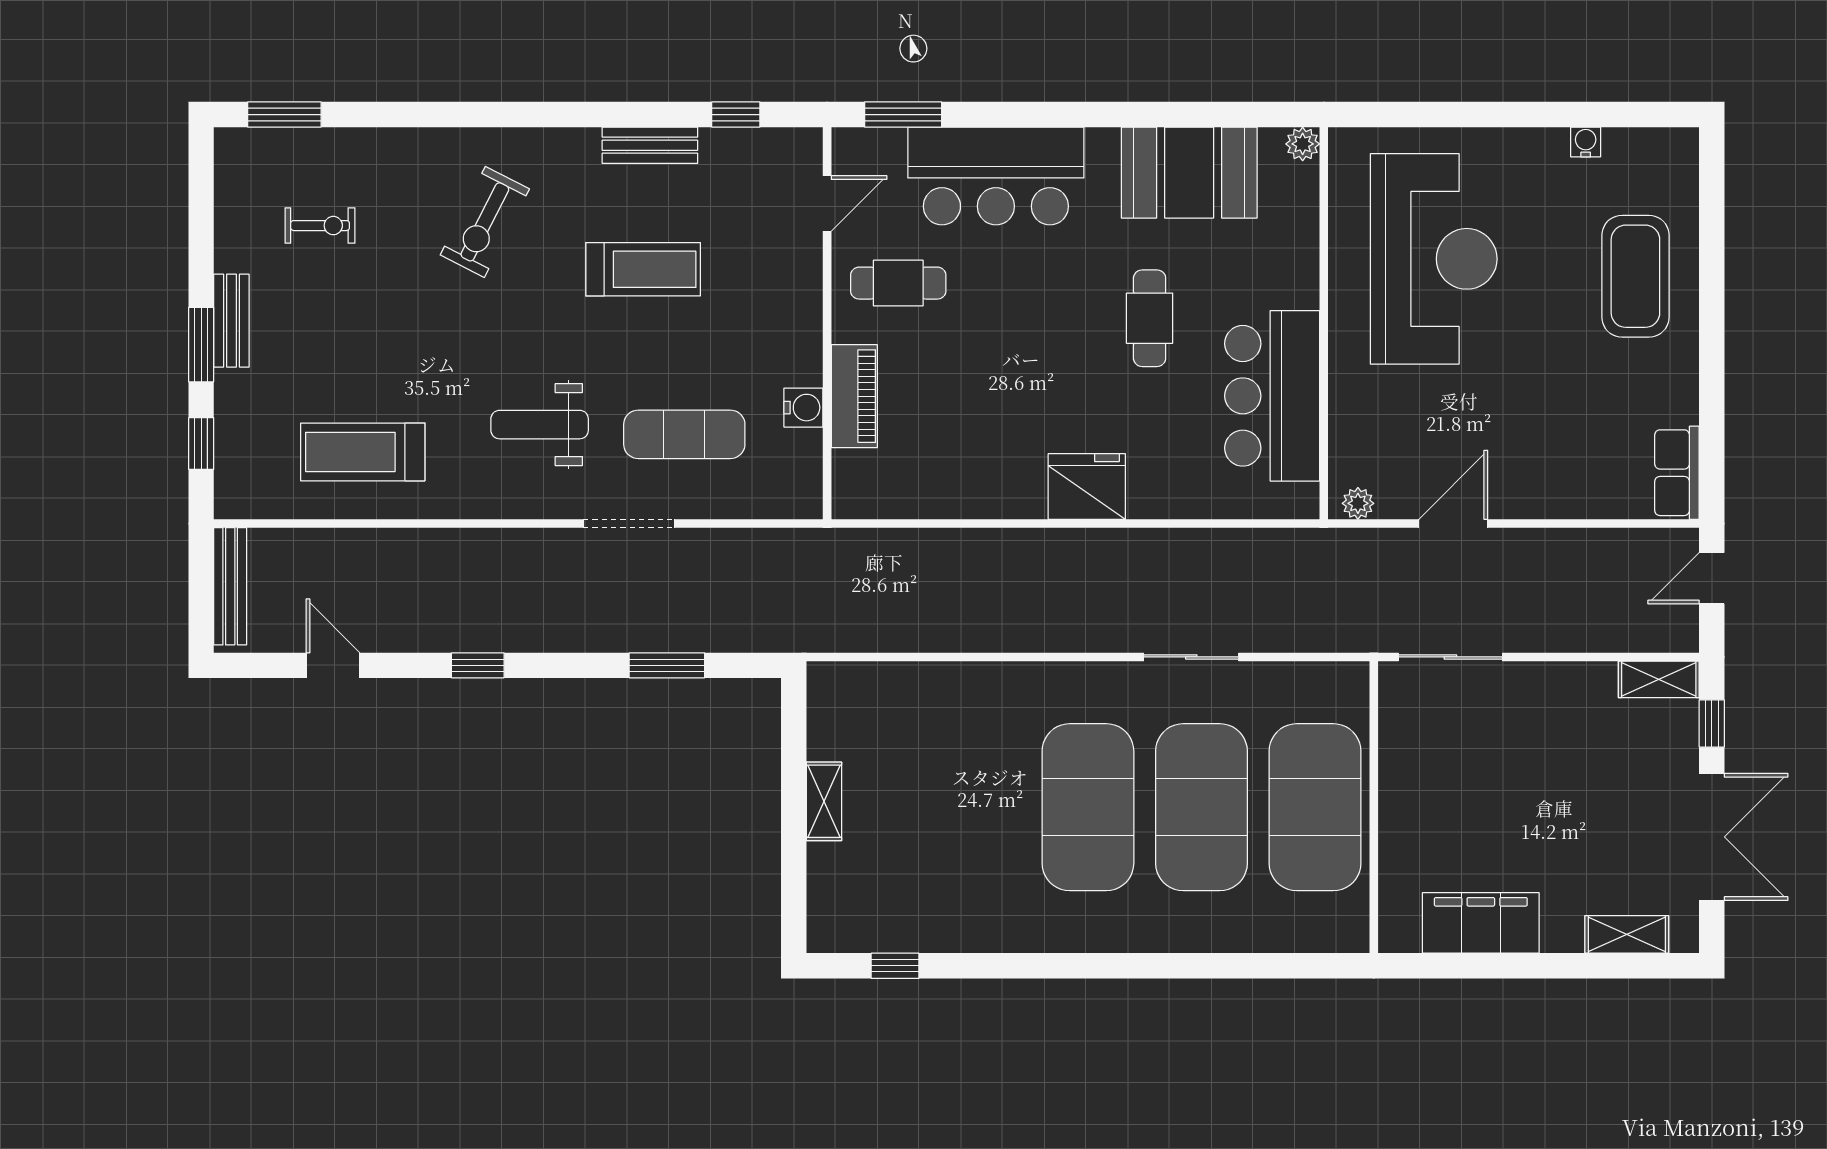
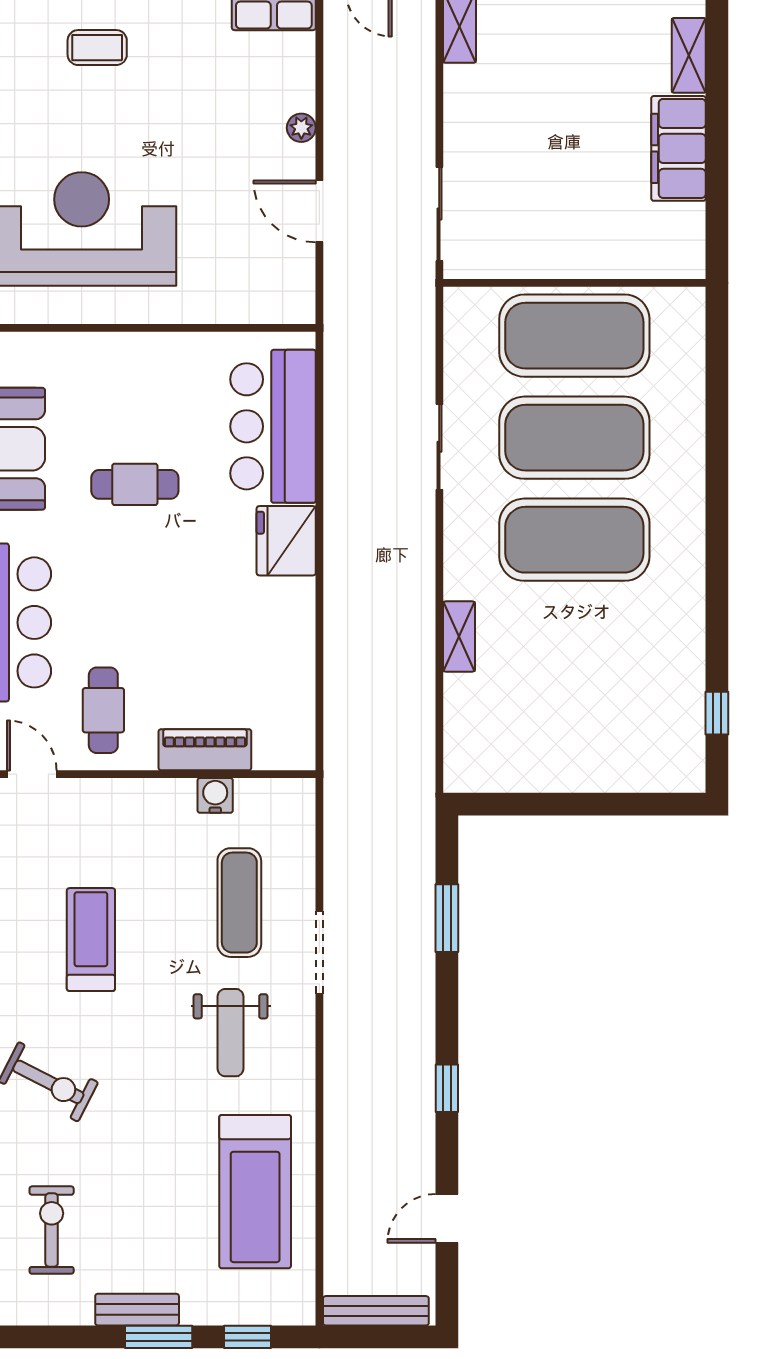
exercise bike: (320, 226) -> (52, 1230), width x1.38, depth x1.39
coffee table: (1635, 276) -> (97, 48), width x0.54, depth x0.58
bar counter: (1272, 396) -> (273, 426), moved, turned 90
treadmill: (363, 452) -> (255, 1192), width x1.37, depth x1.38
plant: (1358, 503) -> (301, 128), moved
shelving: (824, 801) -> (459, 636), moved, turned 90
filing cabinet: (1481, 923) -> (678, 148), moved

